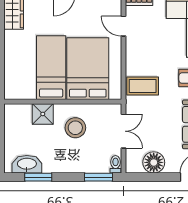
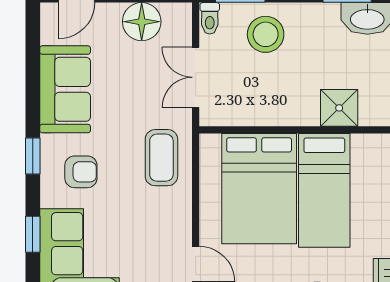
coffee table: (143, 86) -> (161, 158), turned 90
stool: (75, 128) -> (266, 34), moved

